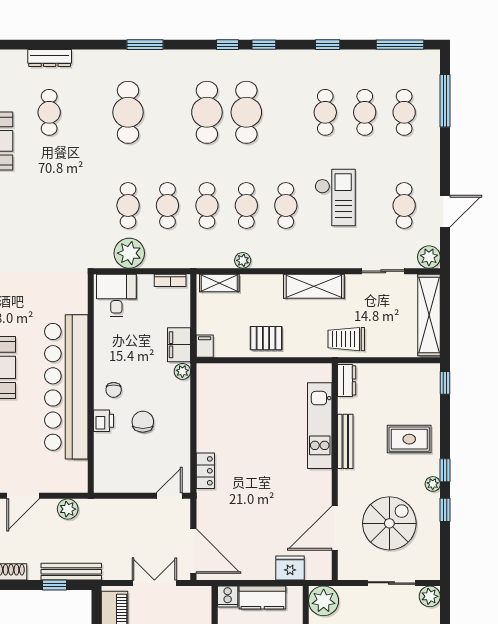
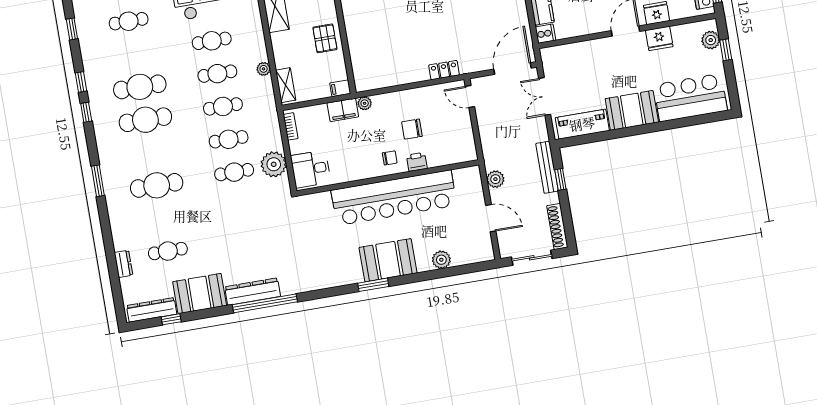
dresser: (50, 58) -> (124, 264), width x0.70

